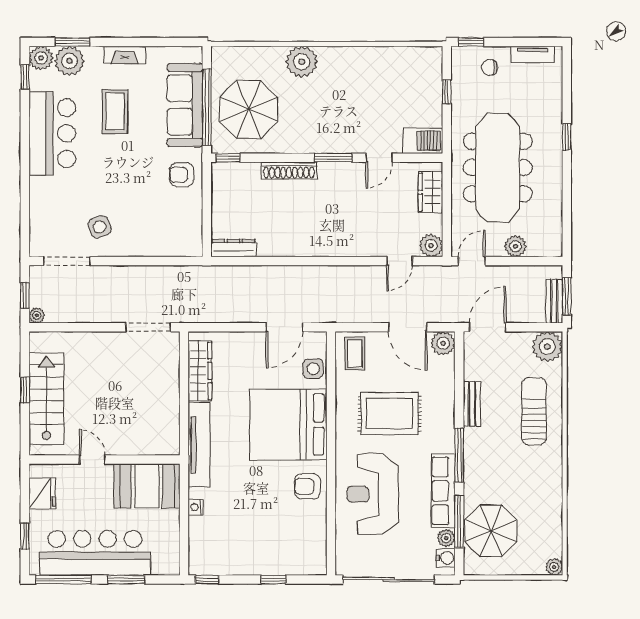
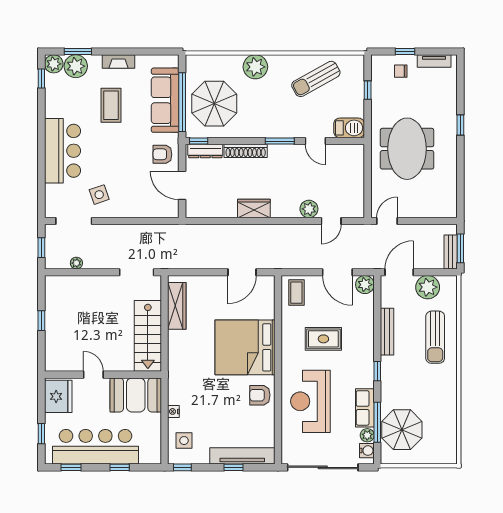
window: (471, 42) -> (405, 51), moved
sun lounger: (380, 77) -> (316, 79), added
bar counter: (52, 133) -> (62, 151), moved
door: (379, 158) -> (315, 141), hinge flipped
meeting table: (498, 168) -> (407, 149), width x0.73
wardrobe: (430, 192) -> (254, 208), moved, turned 90
door: (207, 215) -> (182, 185), added
plant: (431, 245) -> (309, 209), moved
plant: (515, 246) -> (421, 210), removed
dresser: (234, 248) -> (205, 151), moved, turned 180
plant: (37, 315) -> (76, 263), moved
plant: (547, 347) -> (428, 287), moved
side table: (313, 369) -> (184, 441), moved
stairs: (46, 399) -> (148, 336), moved, turned 180
bench: (472, 404) -> (387, 332), width x1.36
sun lounger: (534, 411) -> (435, 337), turned 180
rug: (390, 413) -> (323, 339), width x0.73, depth x0.70
tv unit: (199, 445) -> (242, 456), moved, turned -90
window: (459, 455) -> (377, 371), width x0.46
row of seats: (443, 491) -> (365, 408), width x0.68
fridge: (42, 493) -> (58, 396), width x1.36, depth x1.34
plant: (554, 567) -> (451, 458), removed
window: (63, 580) -> (71, 467), width x0.46
window: (126, 580) -> (120, 467), width x0.67

